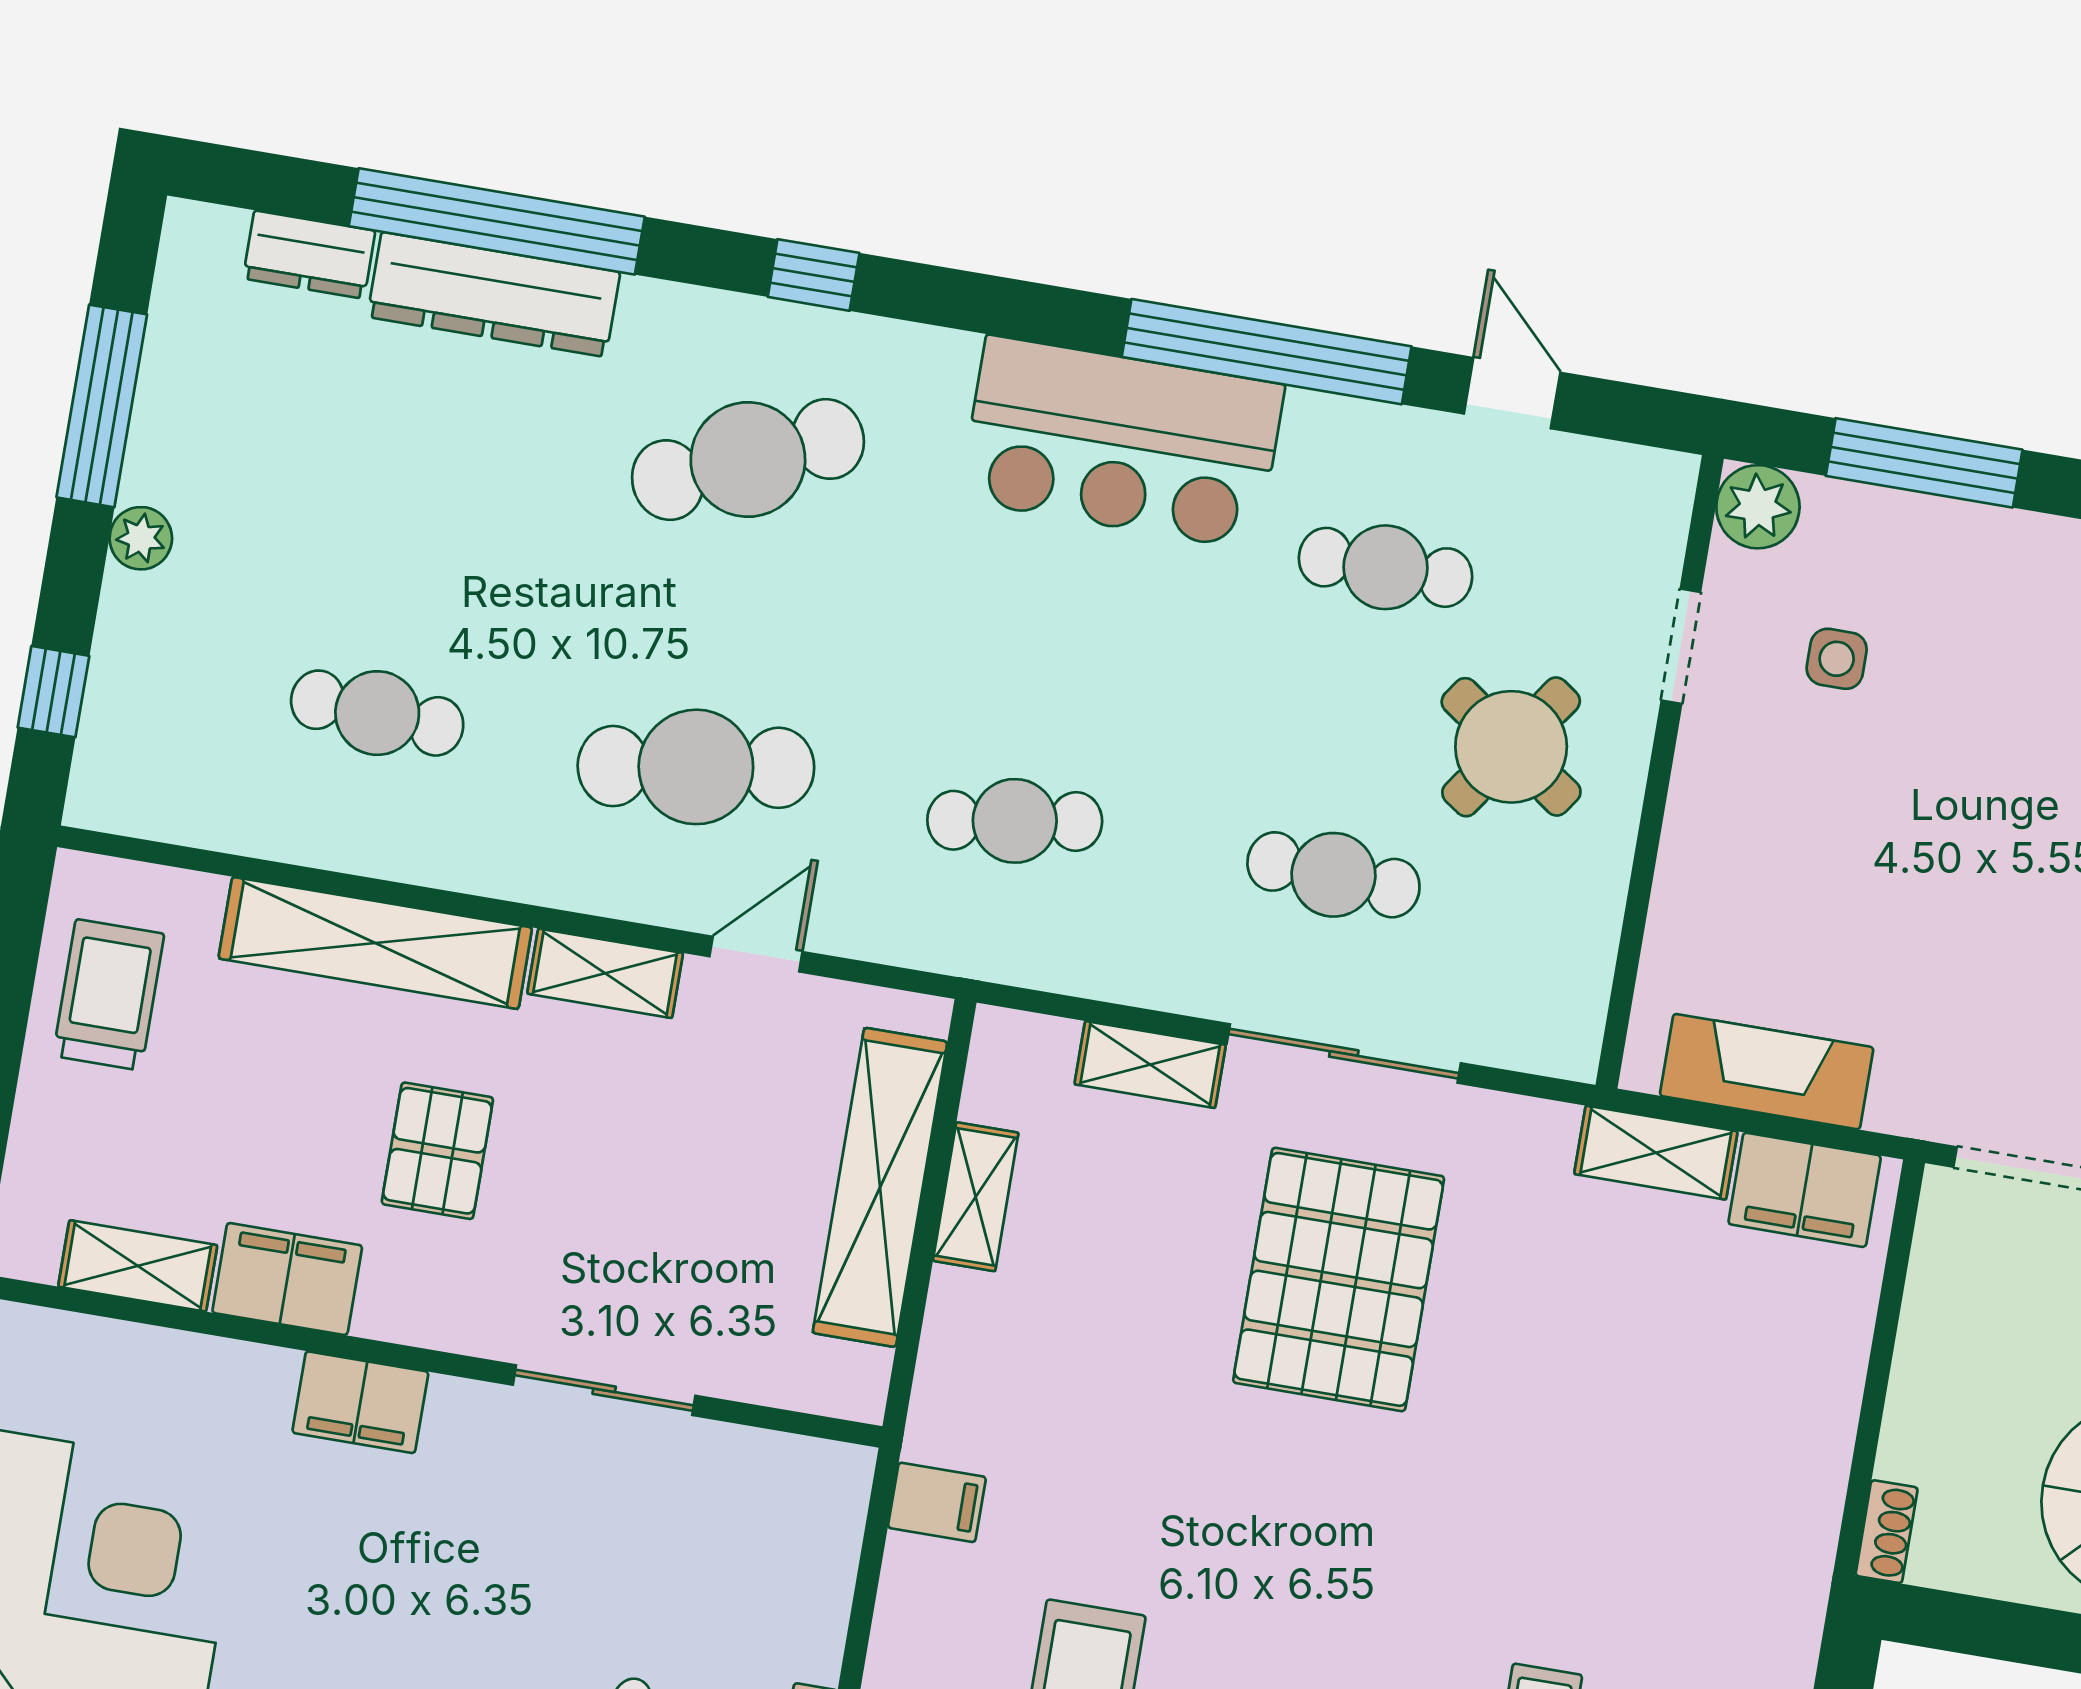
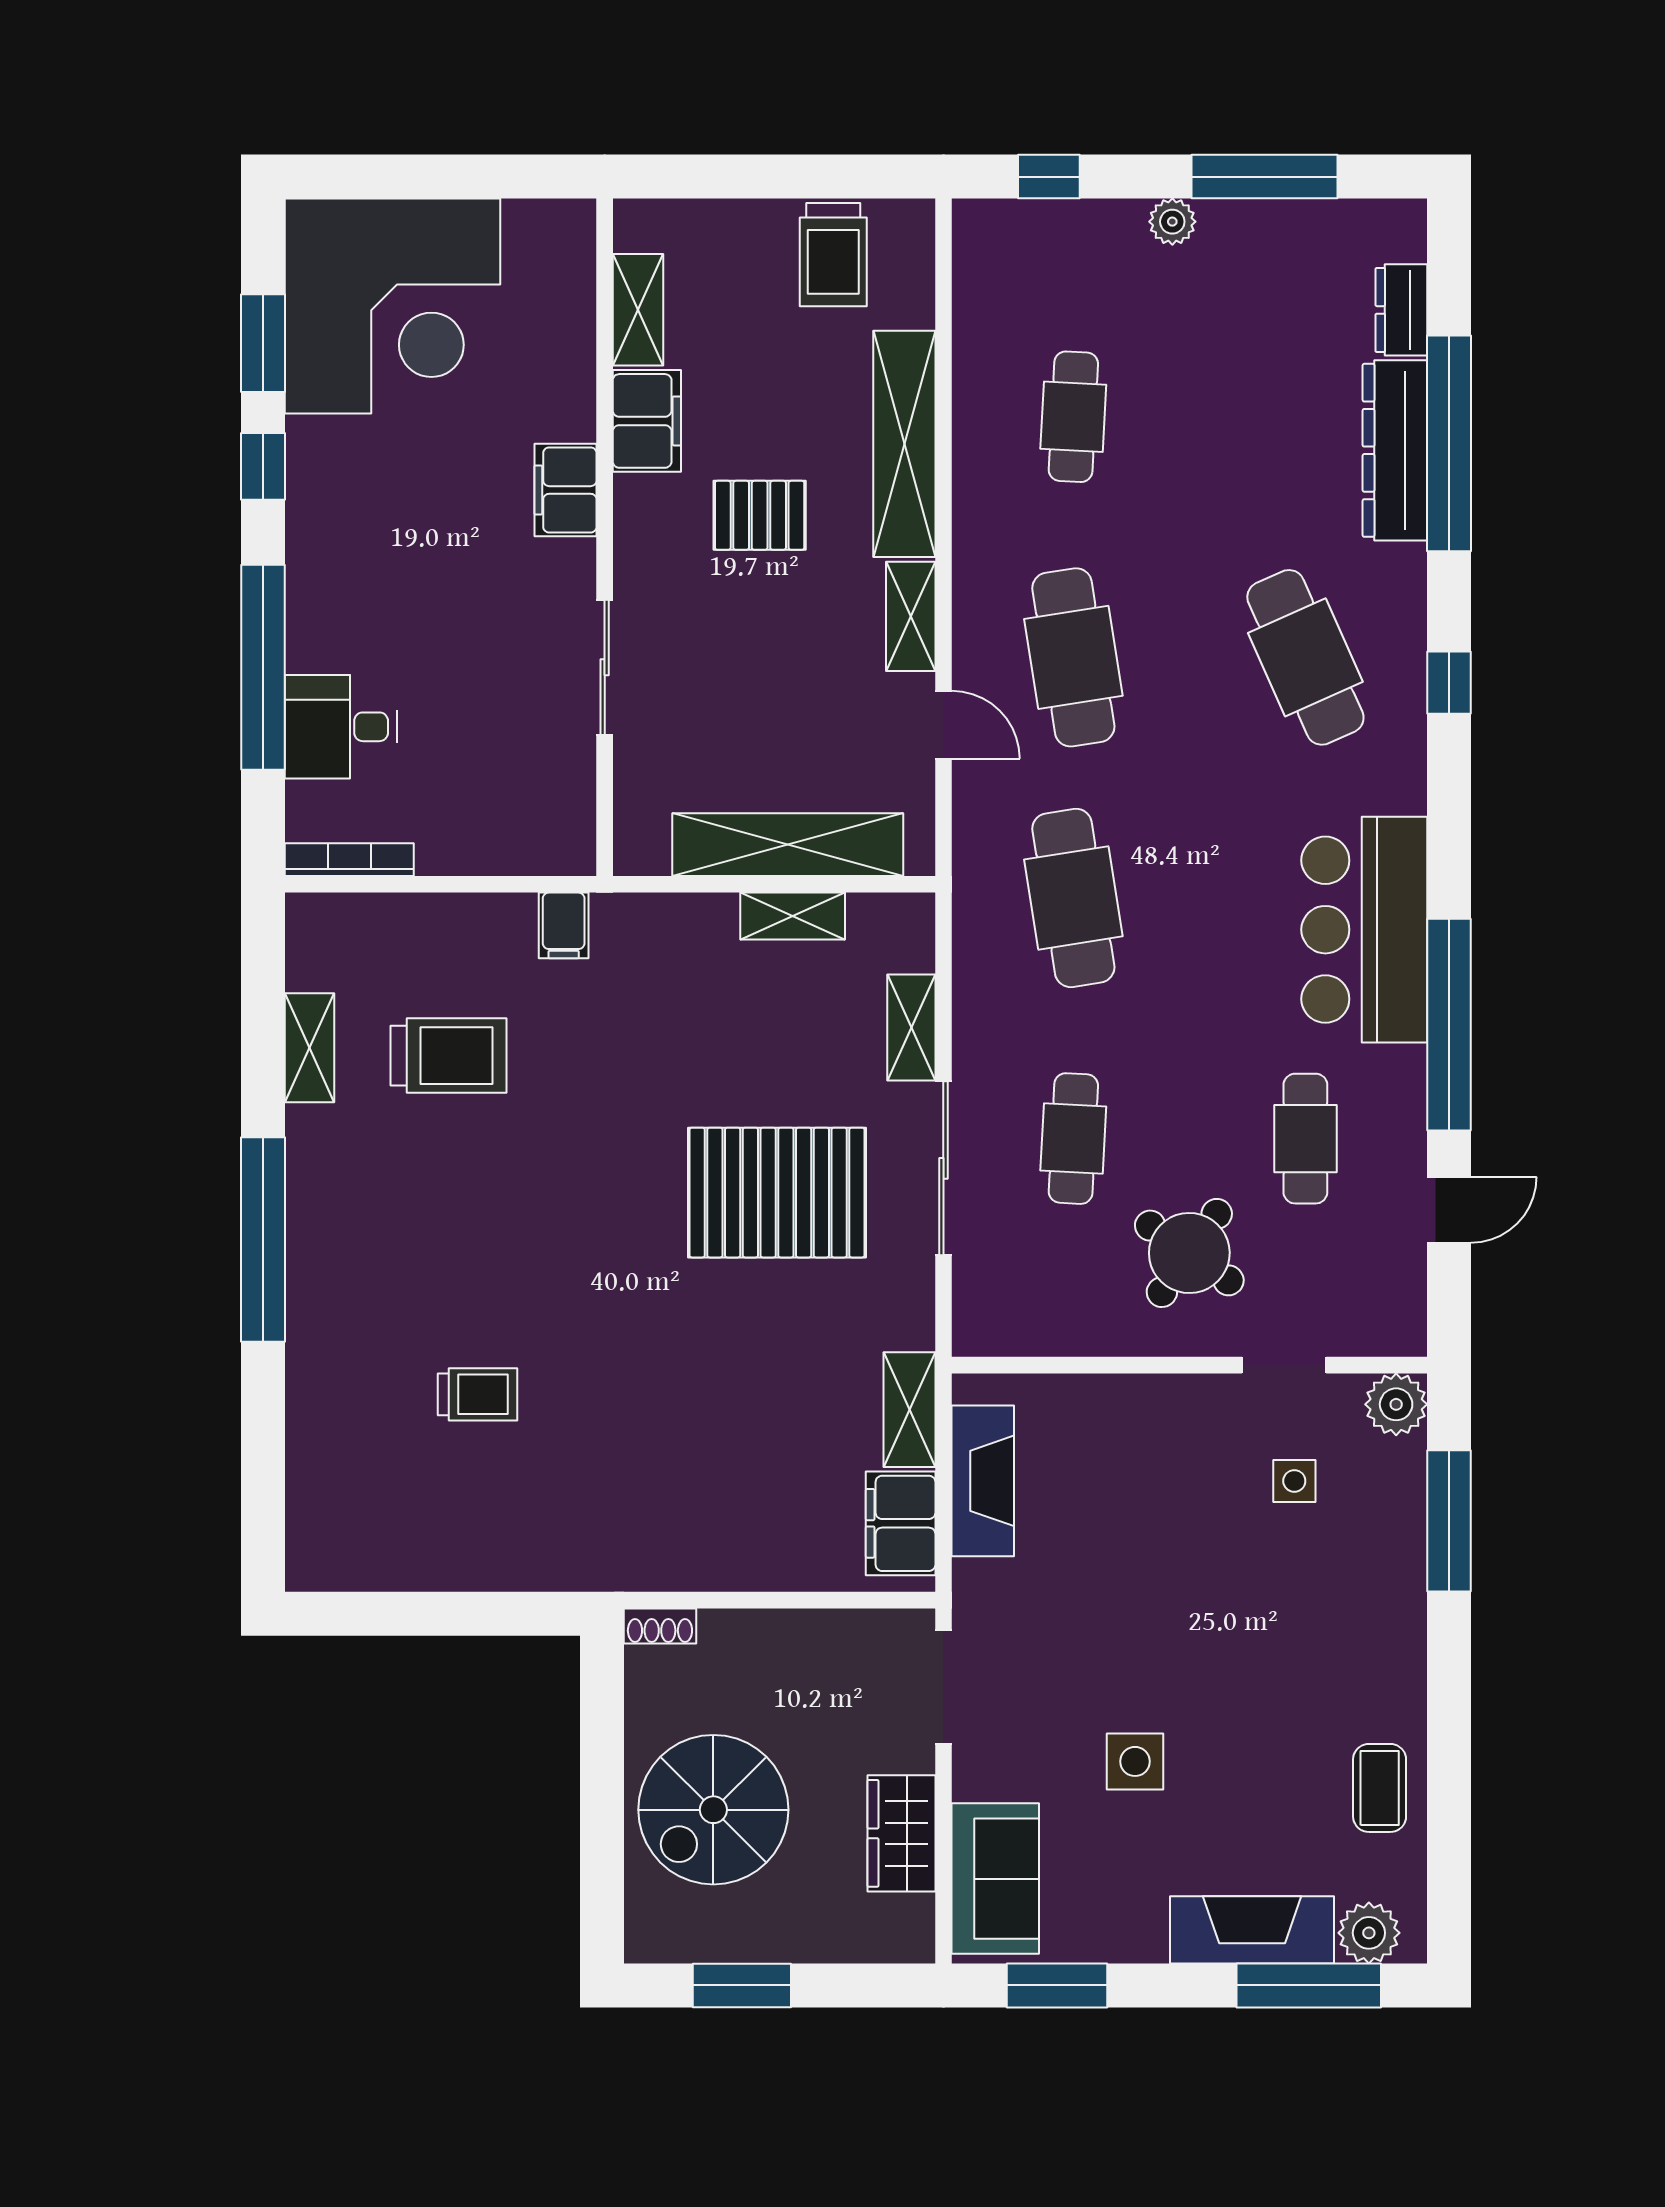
cafe table: (1015, 821) -> (1073, 898), width x1.37, depth x1.35
trolley: (109, 995) -> (833, 255), turned 90

